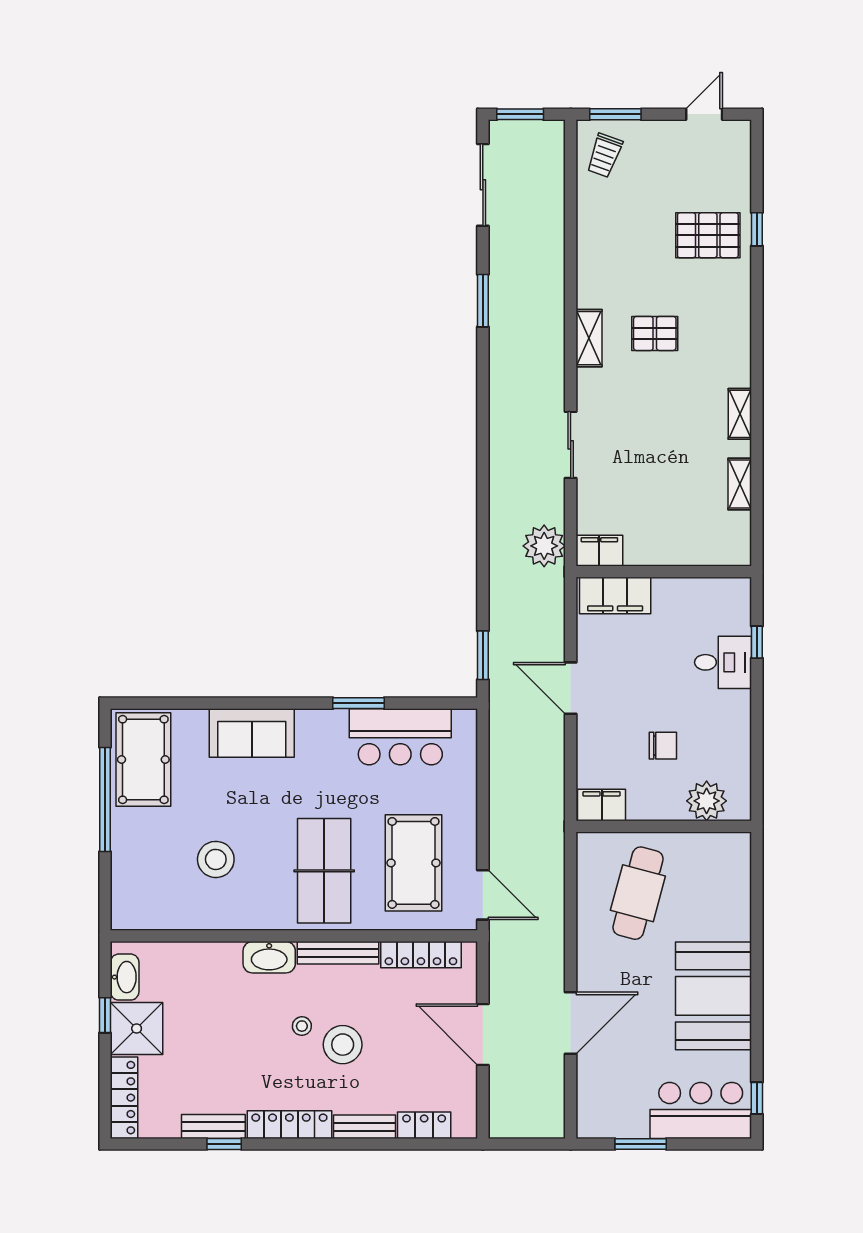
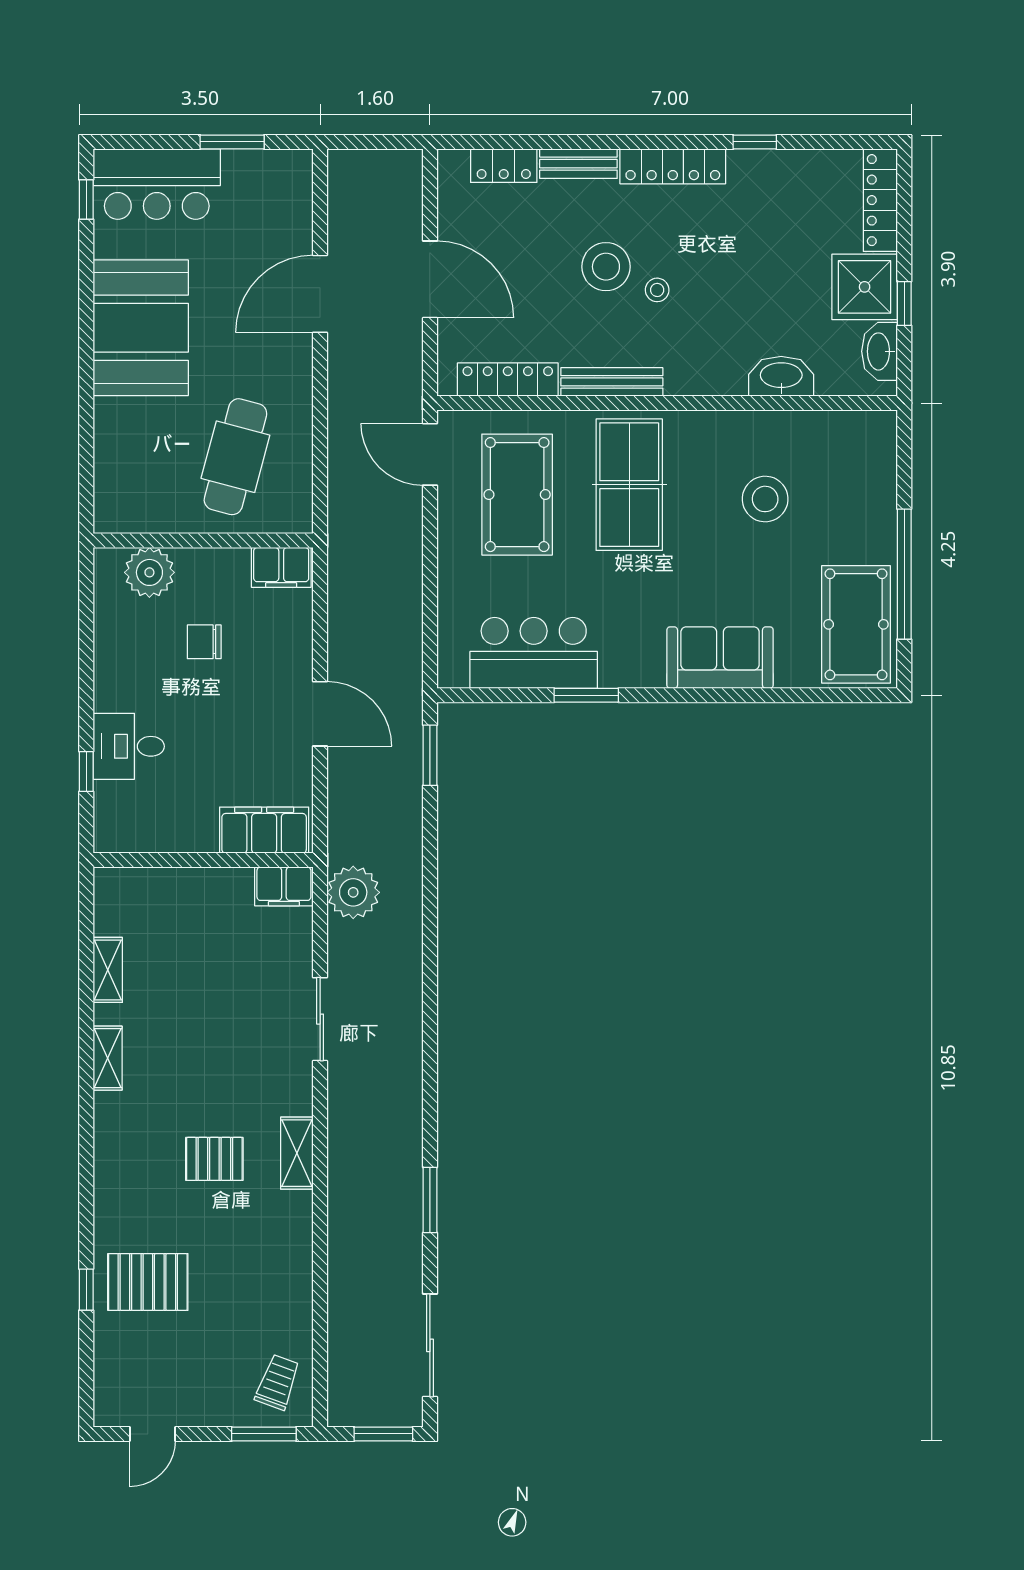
washbasin: (269, 957) -> (781, 376), moved
bench: (213, 1126) -> (768, 164), removed

